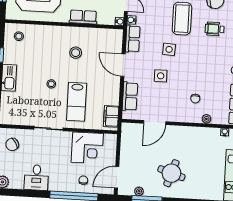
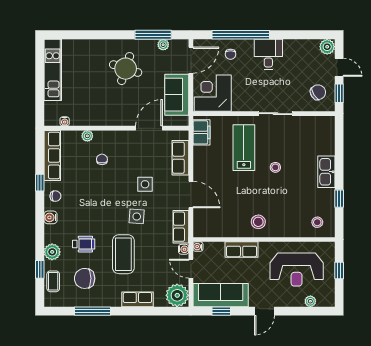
stool: (76, 53) -> (258, 222), moved
corner desk: (87, 148) -> (213, 93), moved
sofa: (130, 149) -> (177, 95), added
desk: (36, 178) -> (268, 54), moved

